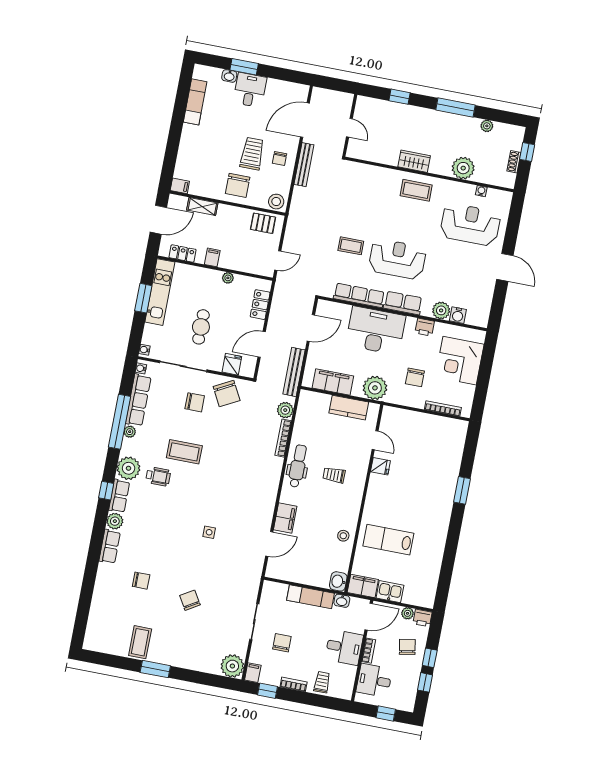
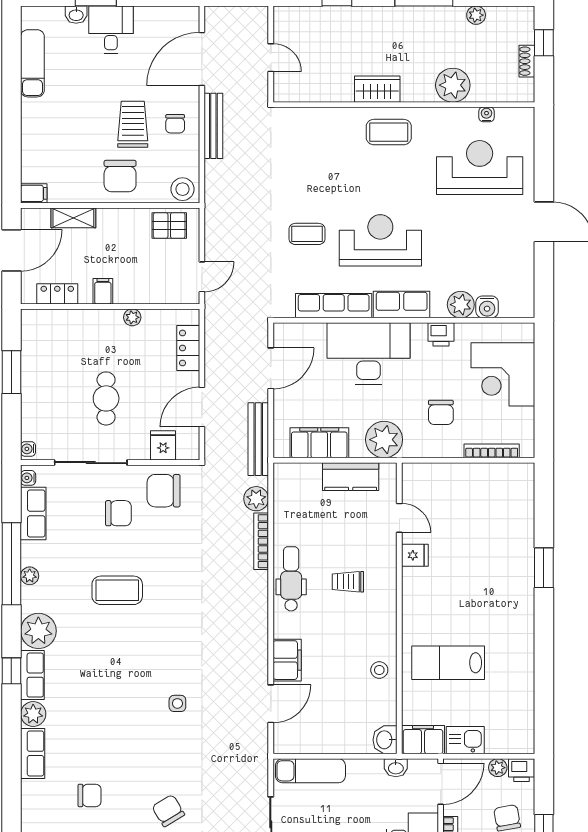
kitchen unit: (160, 292) -> (35, 358), removed
chair: (227, 393) -> (164, 491), turned 118
row of seats: (138, 400) -> (33, 513), width x0.68
wheelchair: (158, 476) -> (85, 635), removed
exam couch: (310, 597) -> (310, 771), moved

